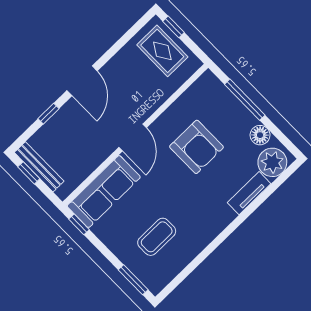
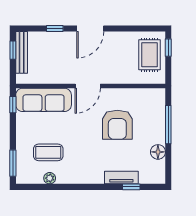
plant: (272, 162) -> (50, 178), moved, width x0.53, depth x0.53
window: (267, 193) -> (131, 187), added

